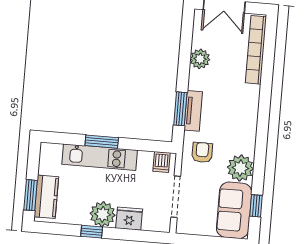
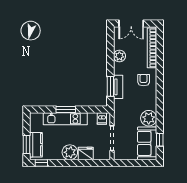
armchair: (202, 152) -> (144, 80), moved
window: (92, 232) -> (41, 163), moved

